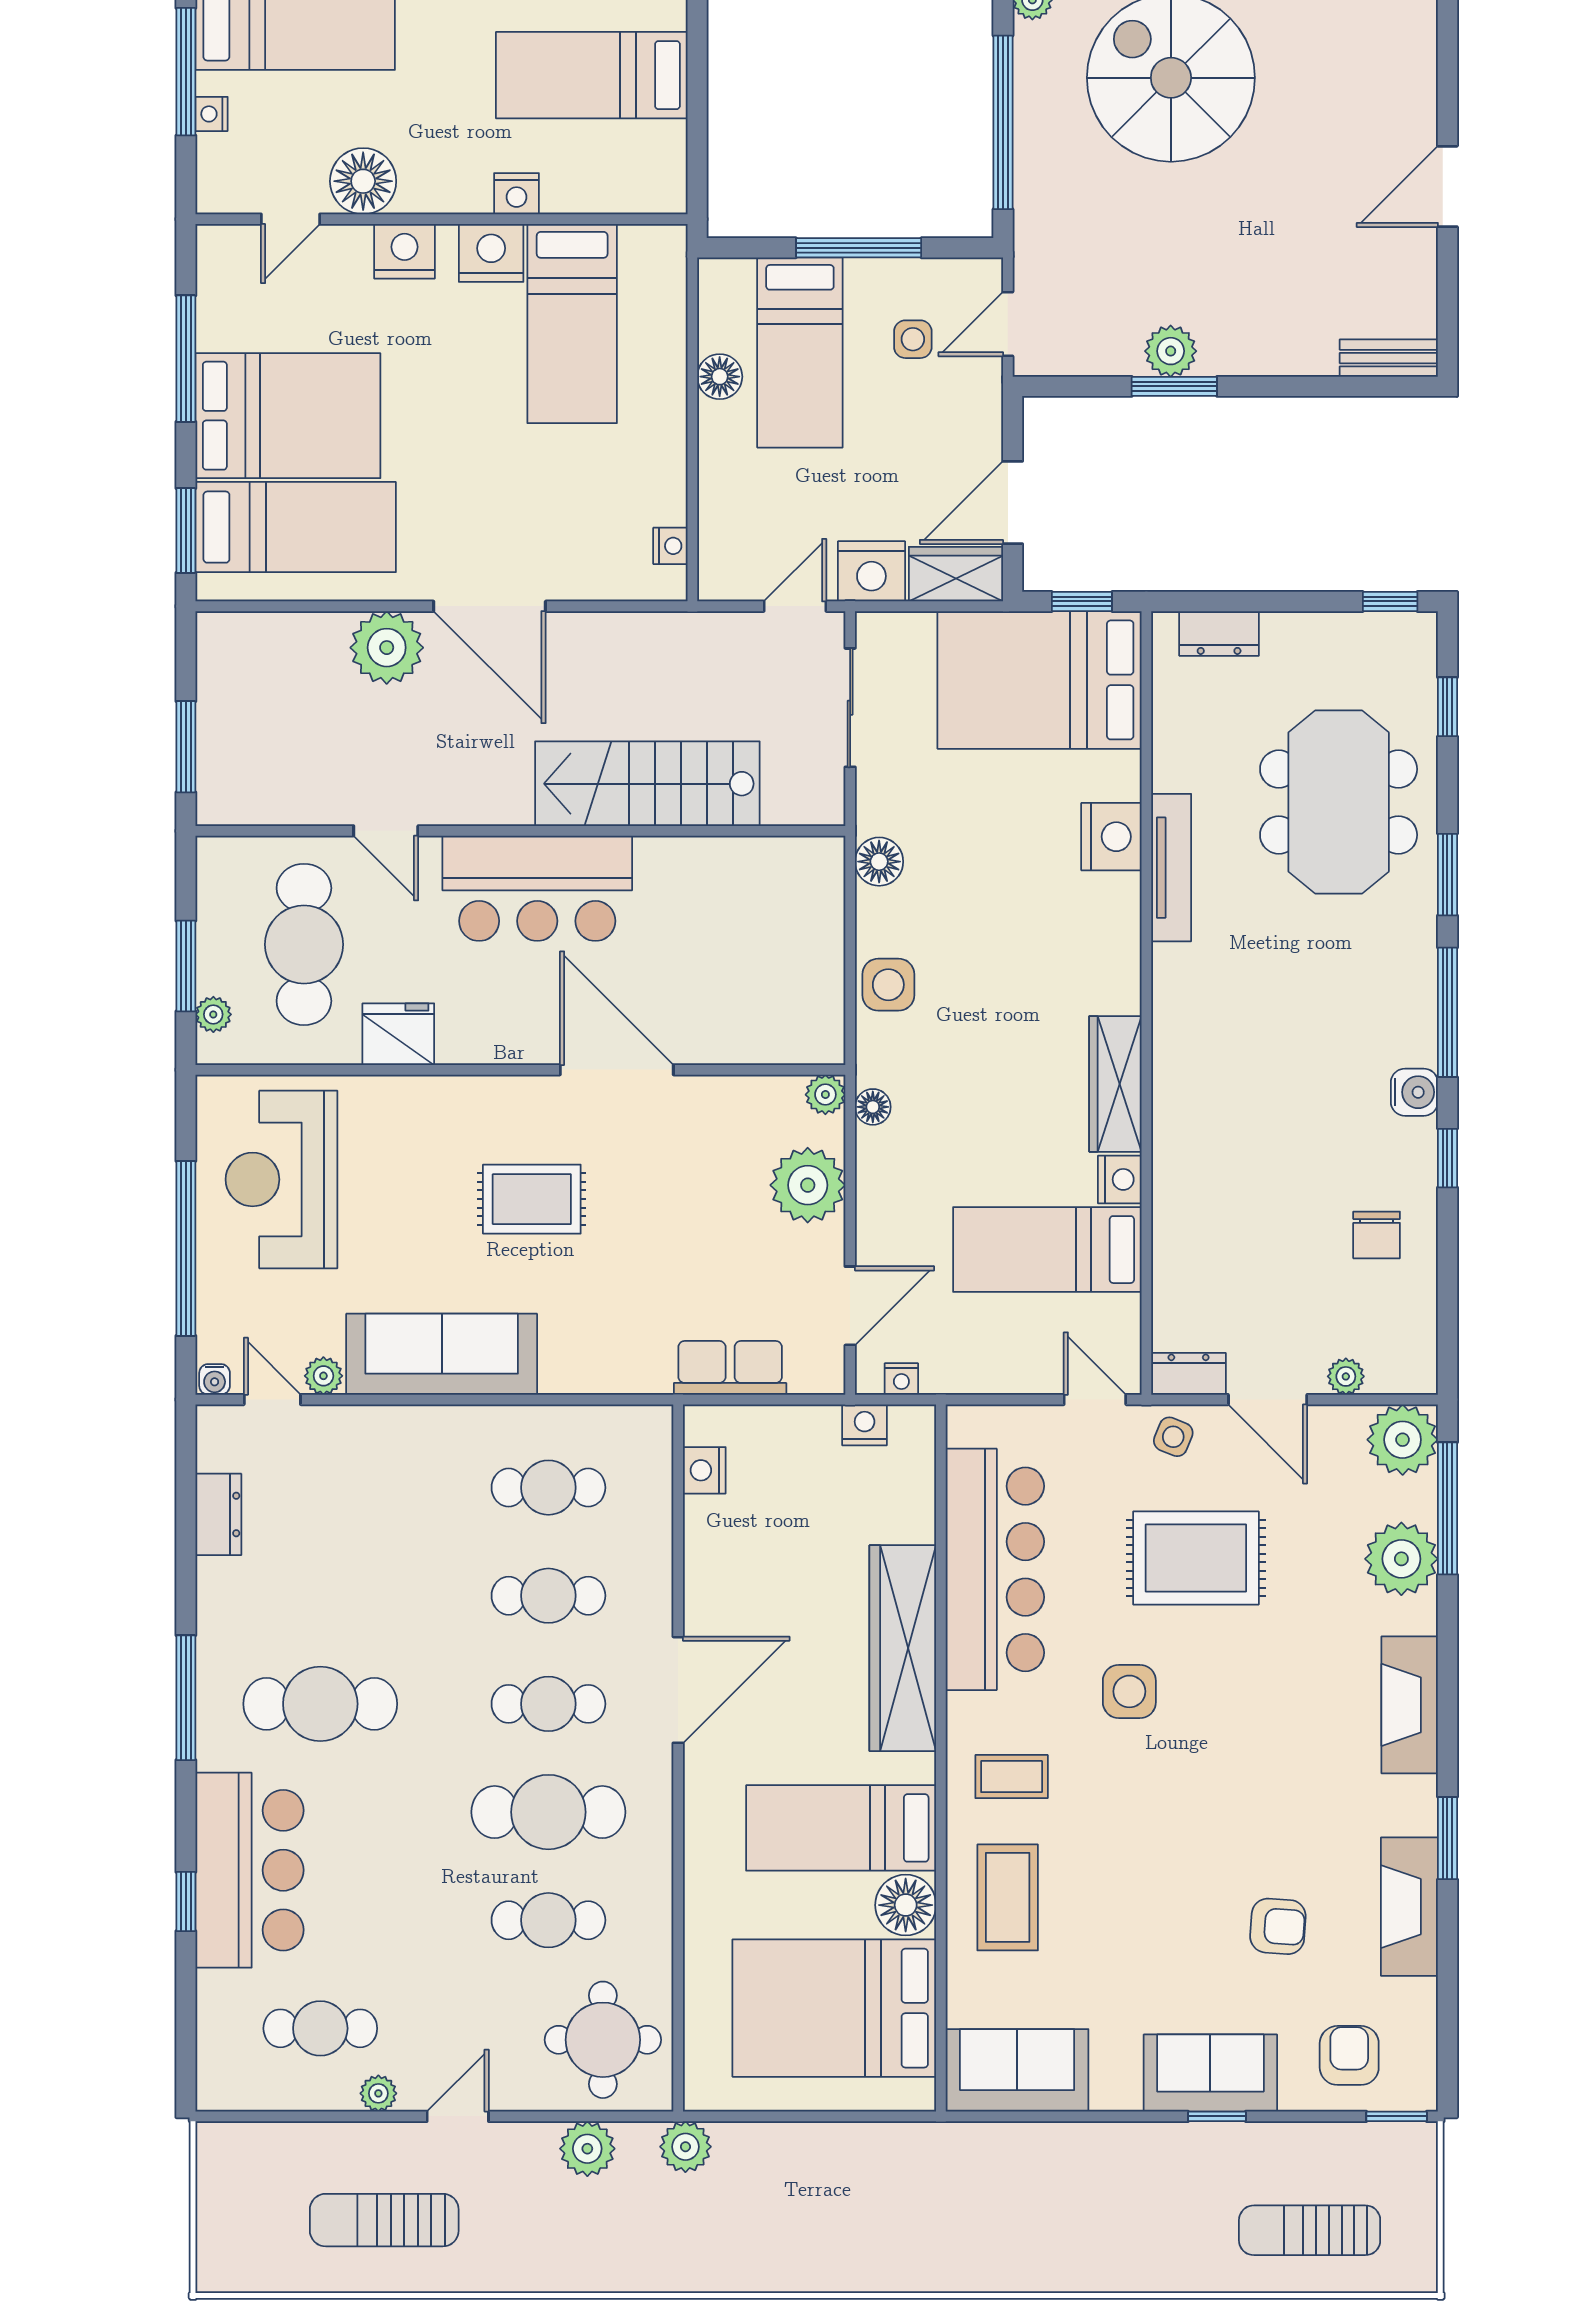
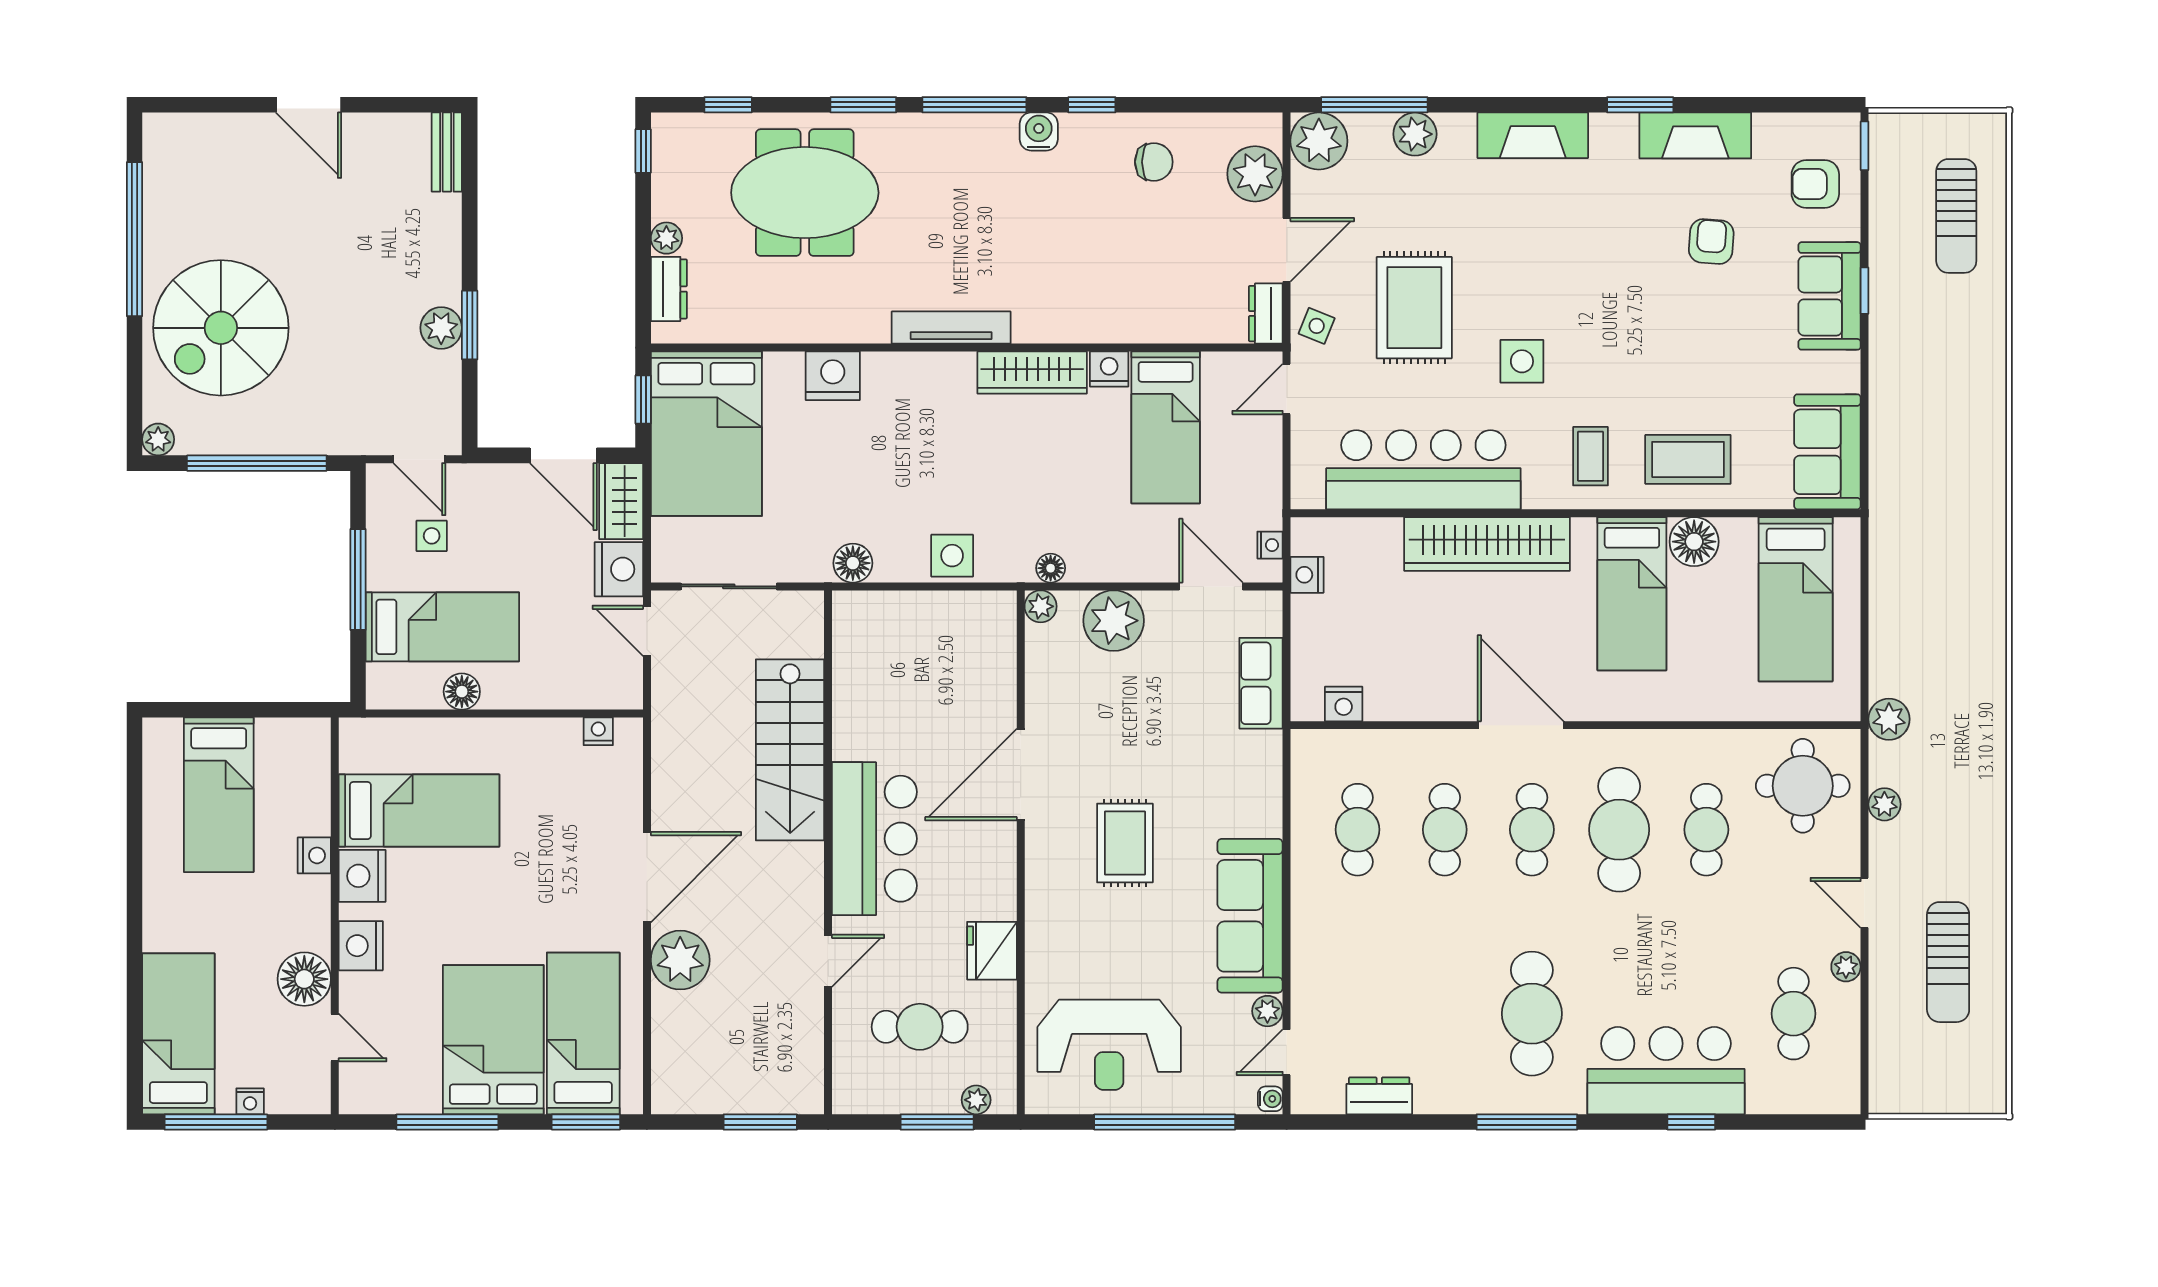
plant: (1282, 630) -> (666, 238), added
tv unit: (1171, 868) -> (951, 328), moved
cafe table: (304, 944) -> (920, 1027), width x0.73, depth x0.74
plant: (1346, 1376) -> (1255, 174), width x1.88, depth x1.88
plant: (1401, 1559) -> (1415, 134), width x0.73, depth x0.73
bed: (834, 2008) -> (1796, 599), width x0.67
plant: (587, 2149) -> (1884, 804), width x0.73, depth x0.73

